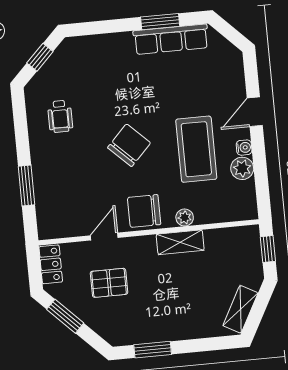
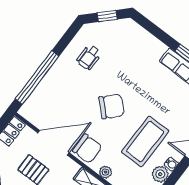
window: (26, 186) -> (37, 78), width x2.11
chair: (144, 211) -> (87, 149), turned 180
door: (104, 237) -> (53, 143), width x1.87

